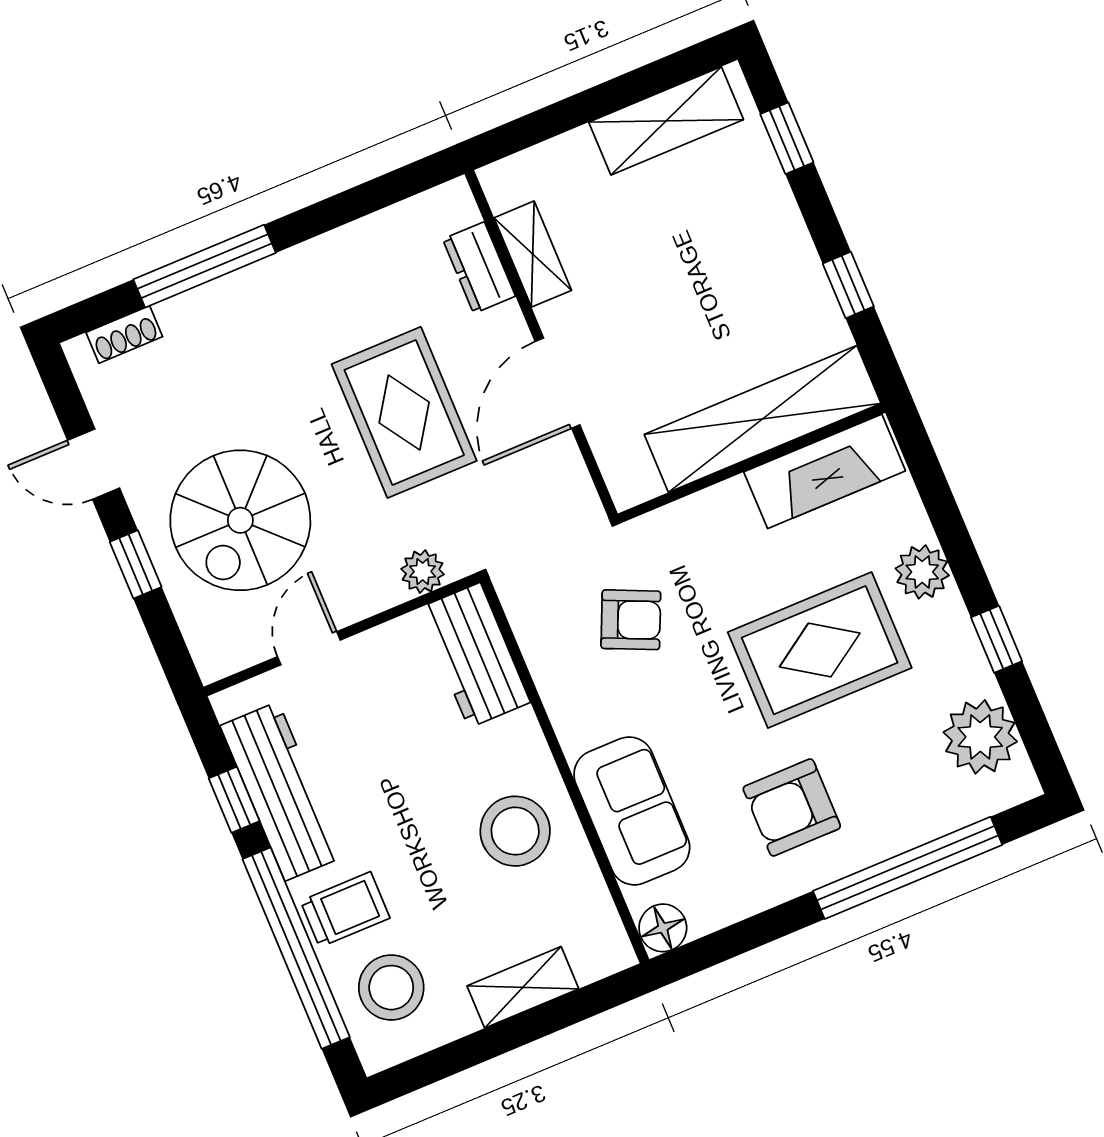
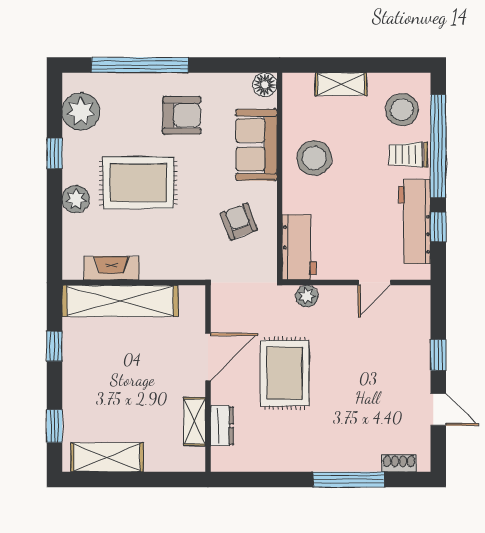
fireplace: (825, 471) -> (112, 268), width x0.73, depth x0.76
spiral stairs: (240, 520) -> (381, 355), removed
armchair: (631, 620) -> (239, 221), moved, turned 45

